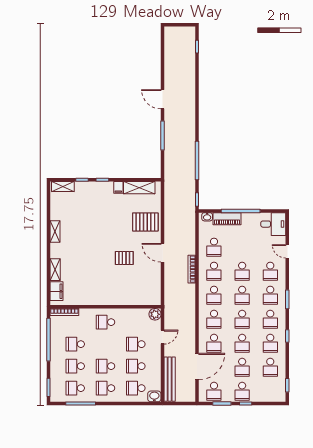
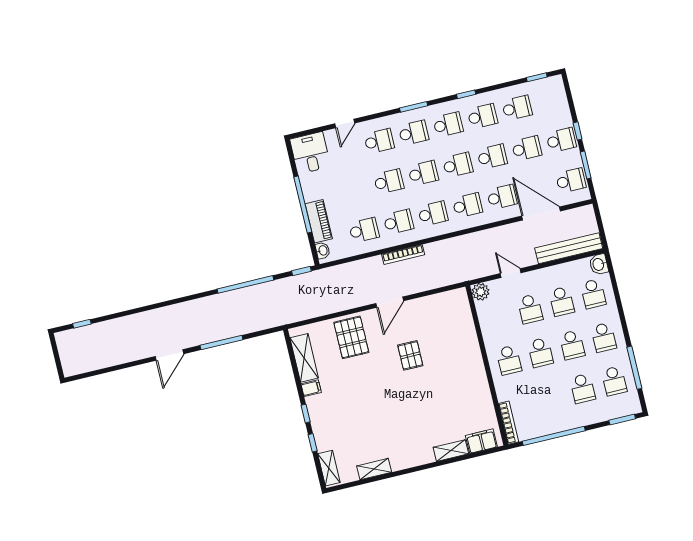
shelving: (55, 232) -> (374, 469), moved
school desk: (75, 344) -> (541, 352), moved

